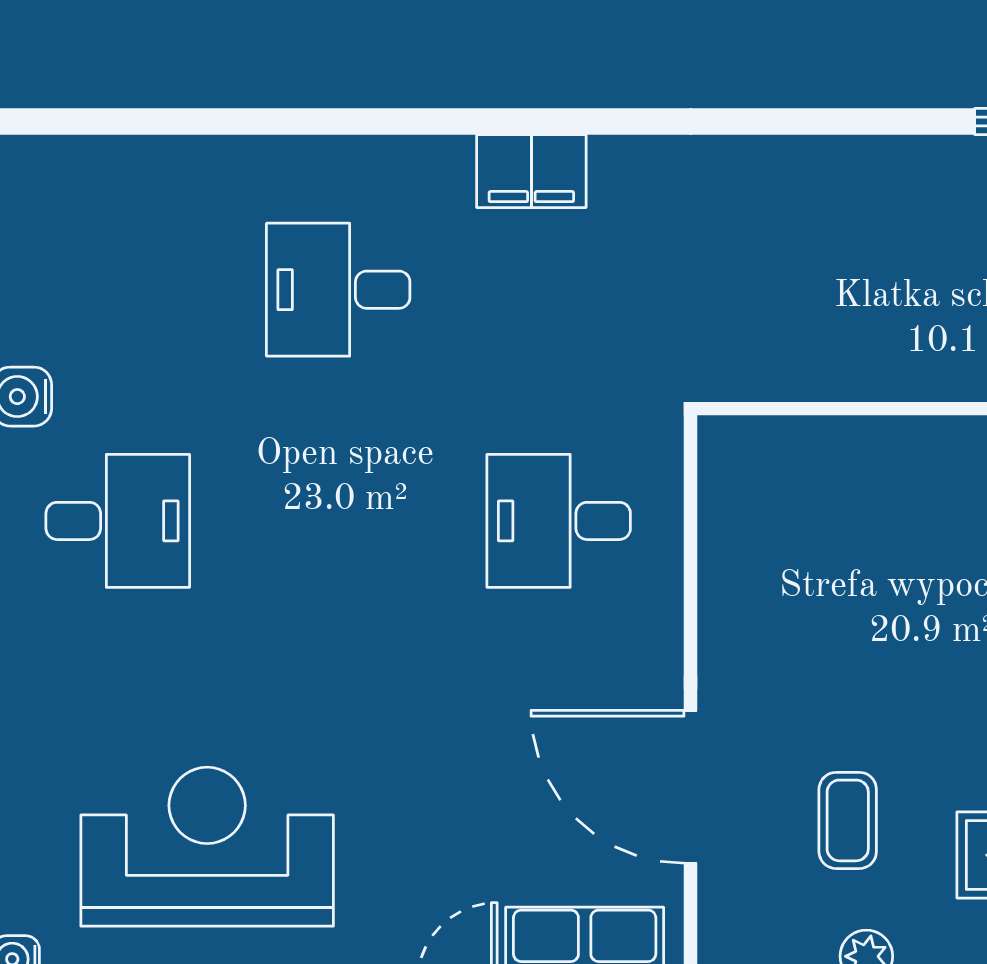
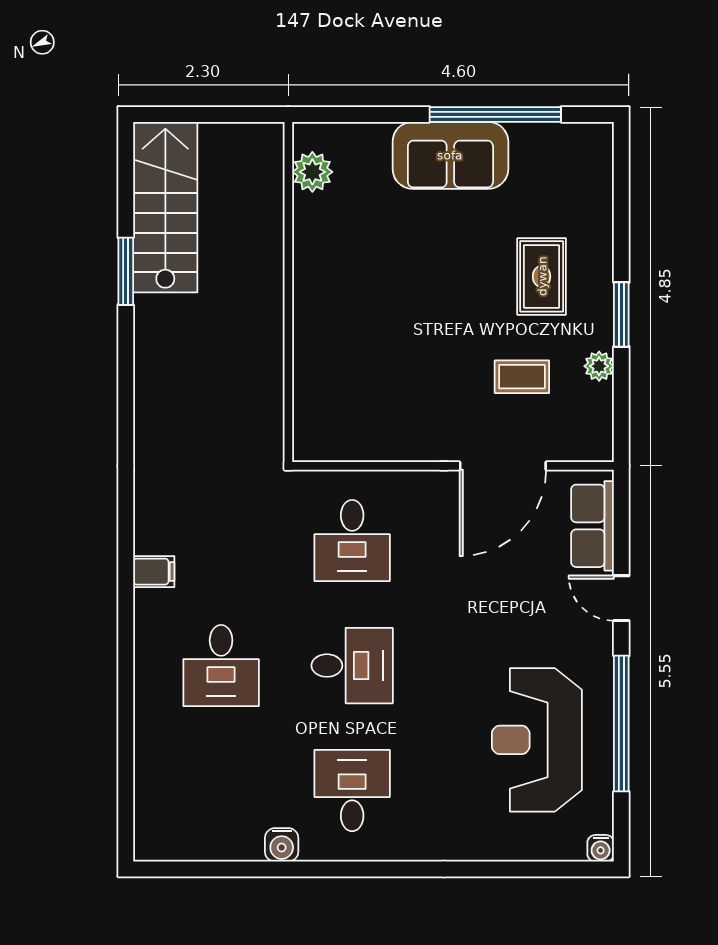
filing cabinet: (531, 171) -> (154, 572), width x0.50
desk: (338, 521) -> (352, 666), added

